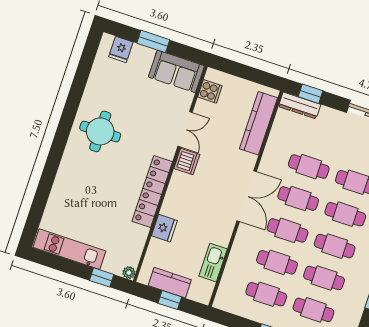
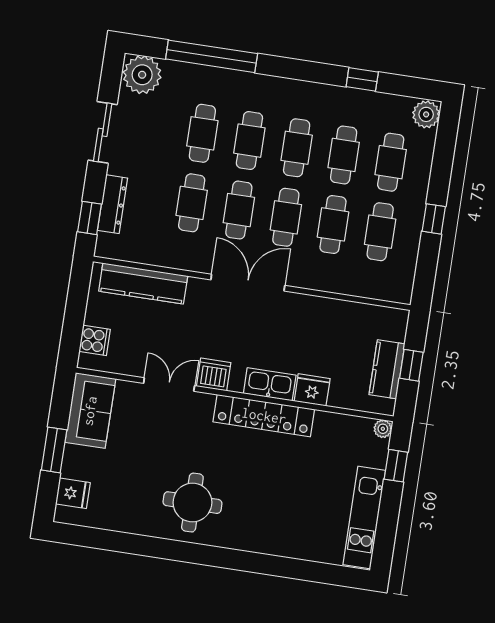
cooker: (210, 91) -> (95, 340), moved, turned 90
dresser: (300, 105) -> (112, 204), moved
kitchen sink: (213, 263) -> (270, 384), moved, turned 180

